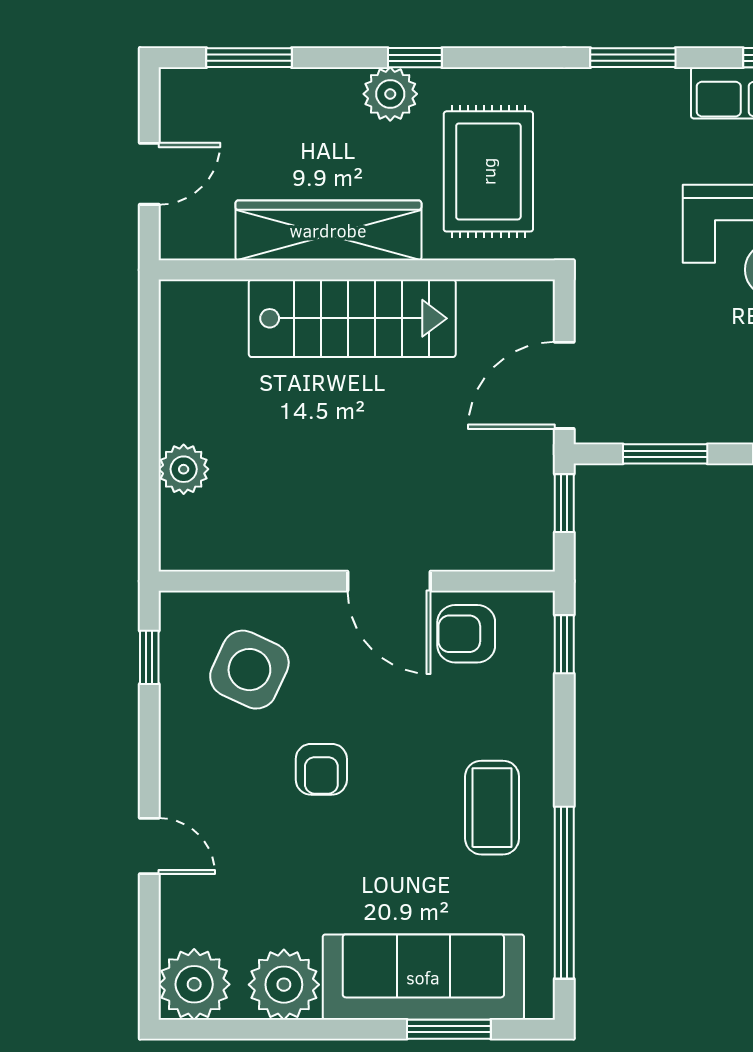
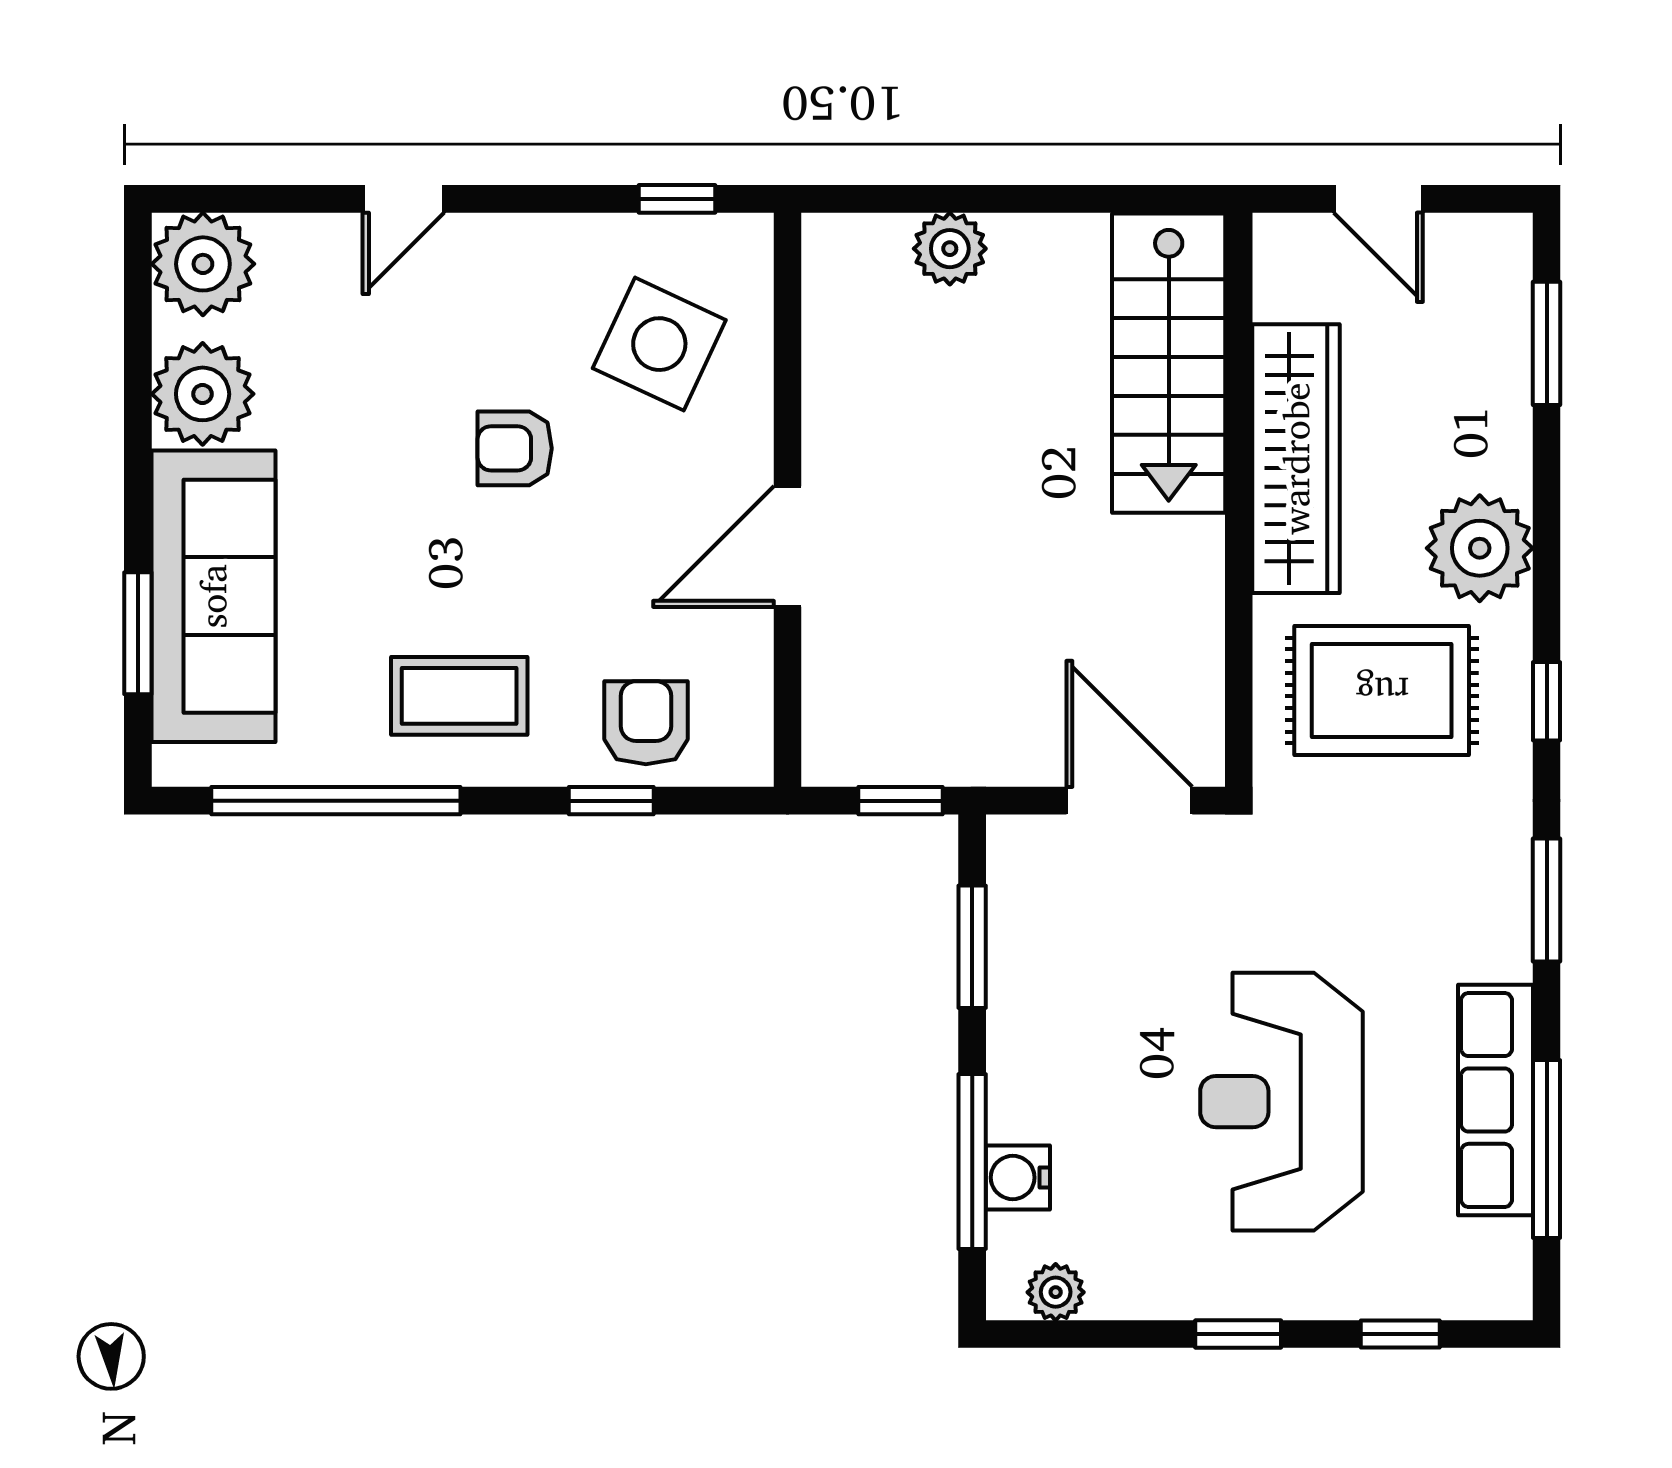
window: (415, 58) -> (1547, 701), moved
plant: (390, 94) -> (1480, 548), width x1.36, depth x1.36
stairs: (352, 318) -> (1169, 363), moved
door: (564, 385) -> (1129, 801), moved
armchair: (466, 634) -> (646, 723), moved
window: (564, 644) -> (611, 801), moved

